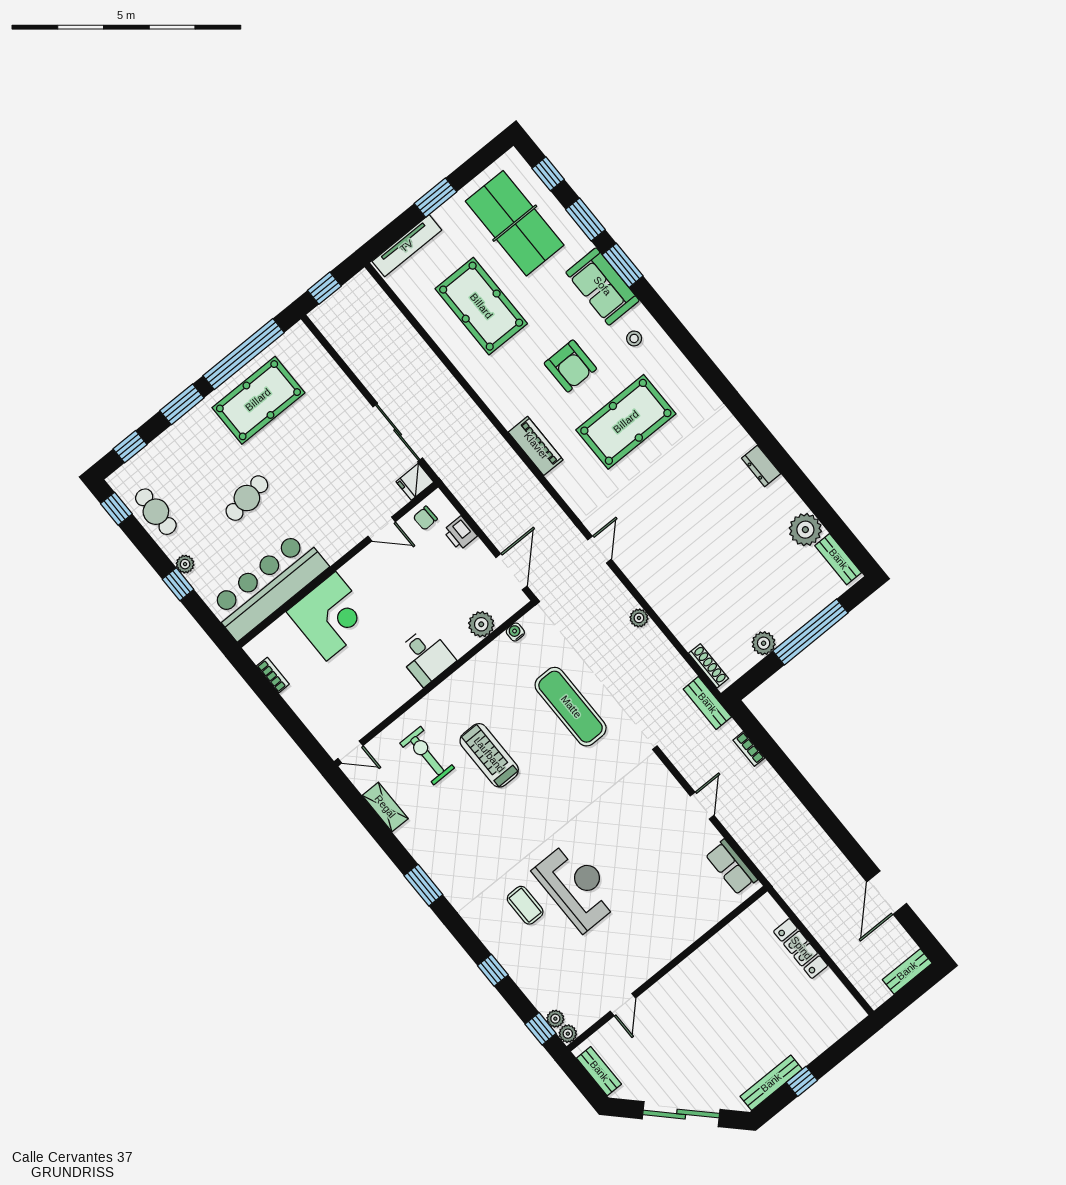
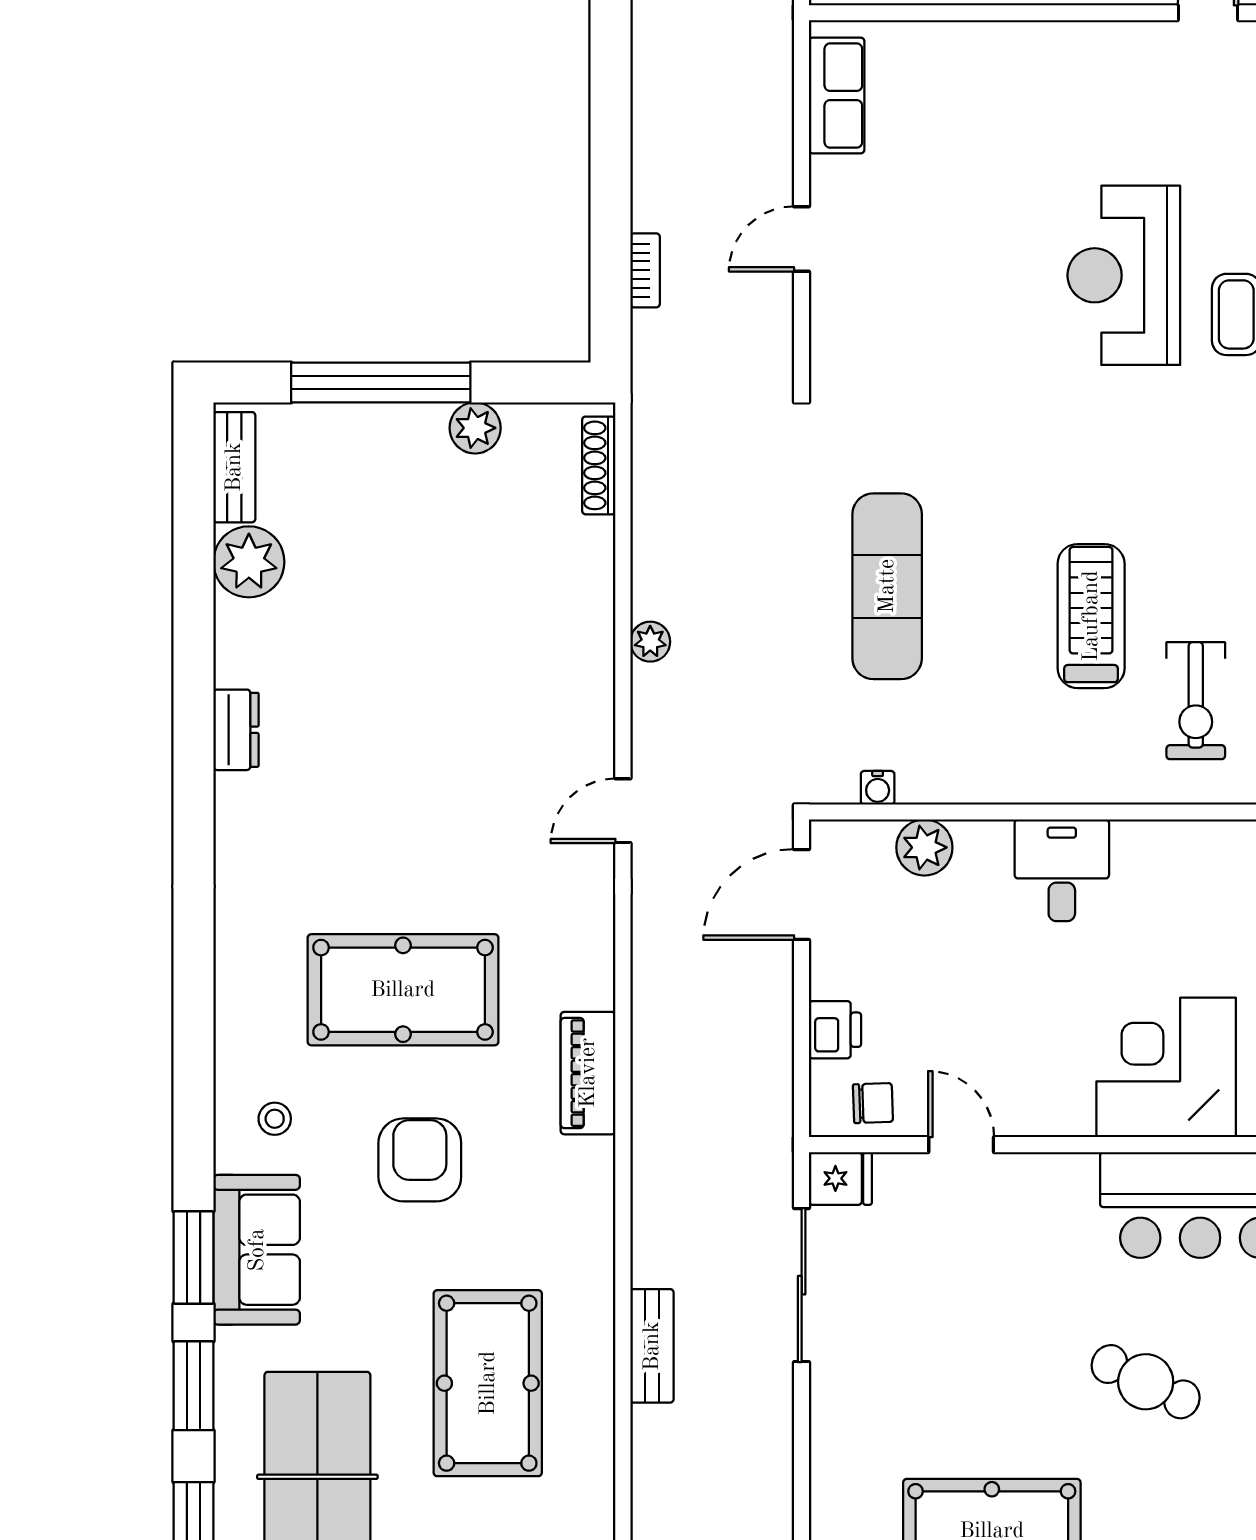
cafe table: (247, 498) -> (1146, 1382), turned 35
bench: (707, 703) -> (652, 1346), moved
treadmill: (489, 755) -> (1091, 616), turned 180

